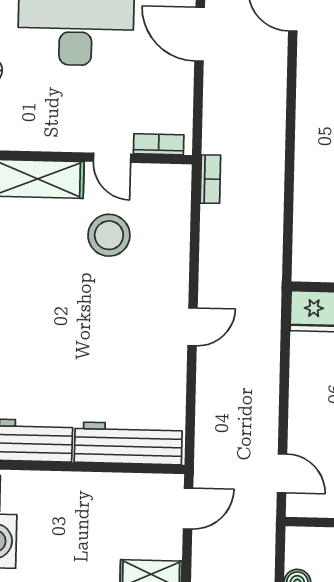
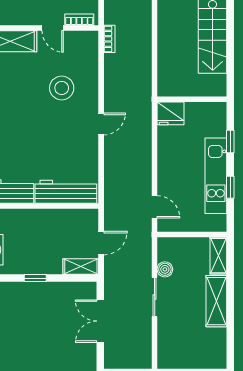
stool: (109, 235) -> (62, 88), moved
door: (188, 509) -> (101, 243), moved

